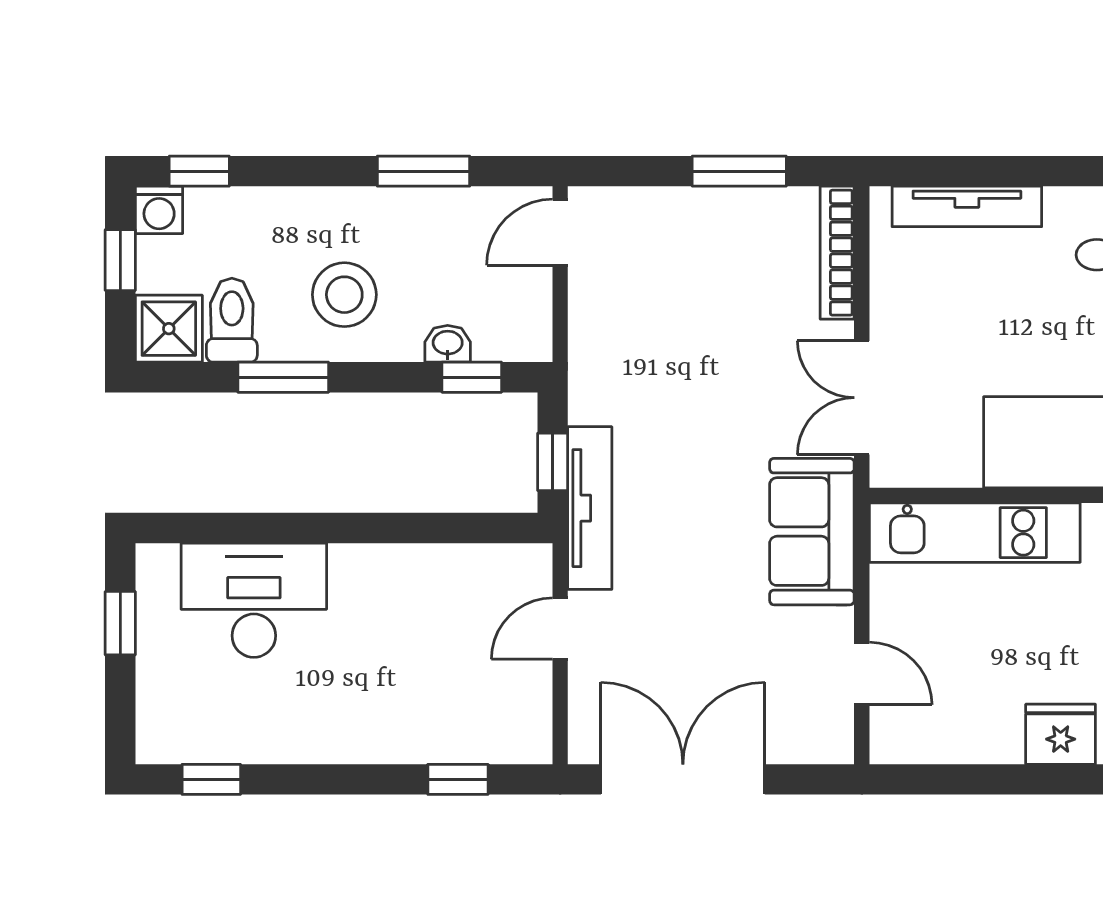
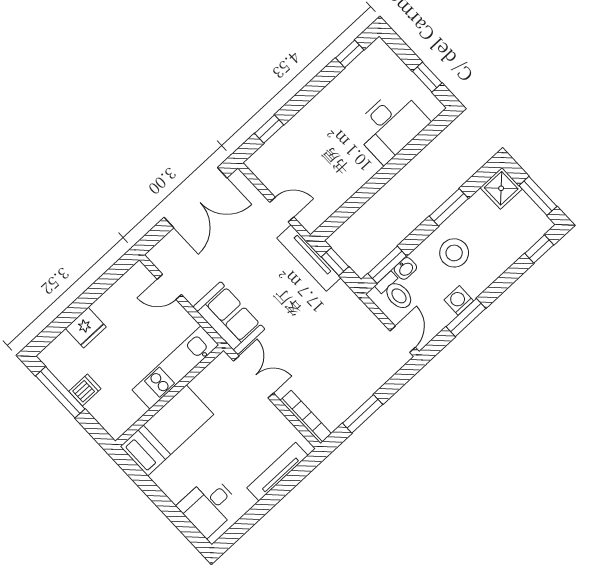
washing machine: (159, 210) -> (459, 300), moved
window: (120, 260) -> (538, 196), width x1.50
toilet: (232, 320) -> (395, 292), moved
window: (472, 377) -> (387, 265), width x1.50
door: (560, 629) -> (282, 210), hinge flipped

